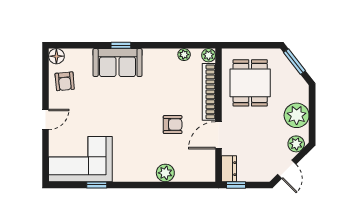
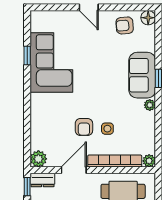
plant: (184, 55) -> (150, 105), moved
side table: (174, 100) -> (107, 129), added
door: (218, 135) -> (74, 170), hinge flipped
corner sofa: (80, 159) -> (51, 63), moved
plant: (165, 173) -> (38, 159), moved

